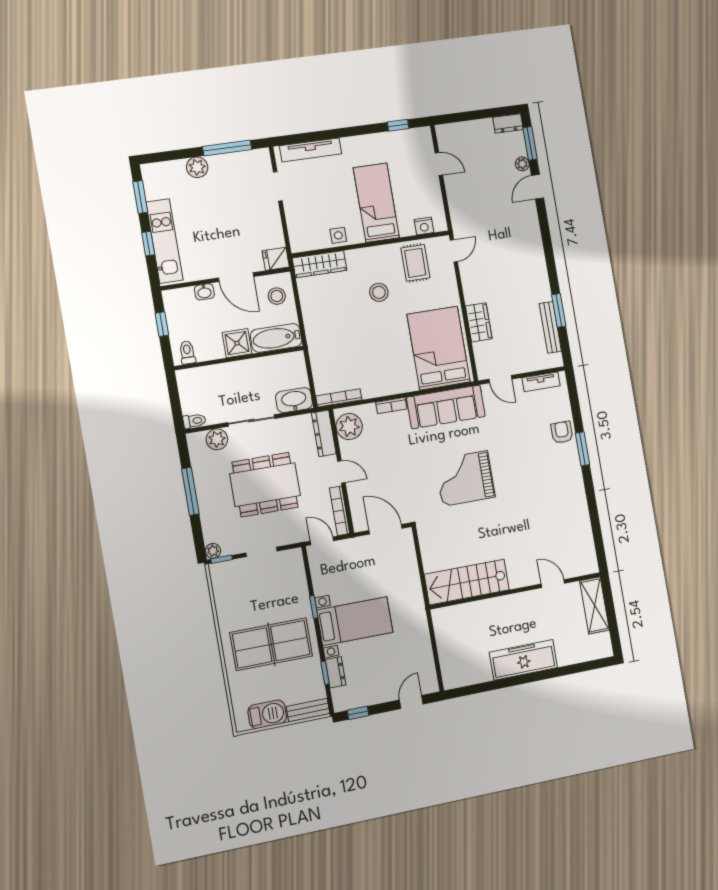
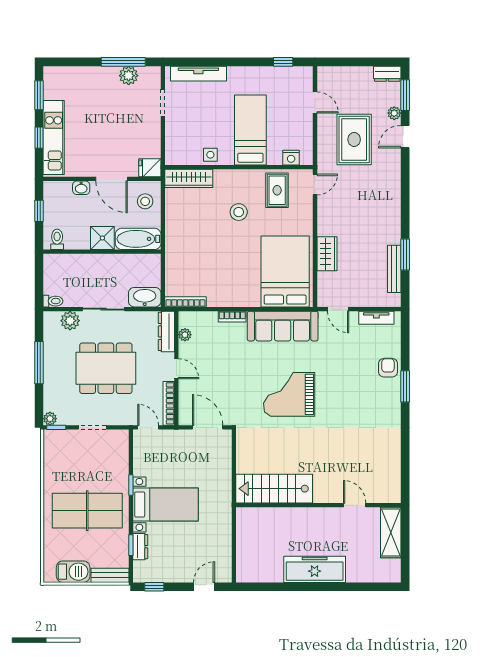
plant: (197, 167) -> (129, 76), moved
rug: (486, 197) -> (354, 139), added
plant: (349, 427) -> (185, 335), width x0.53, depth x0.53

